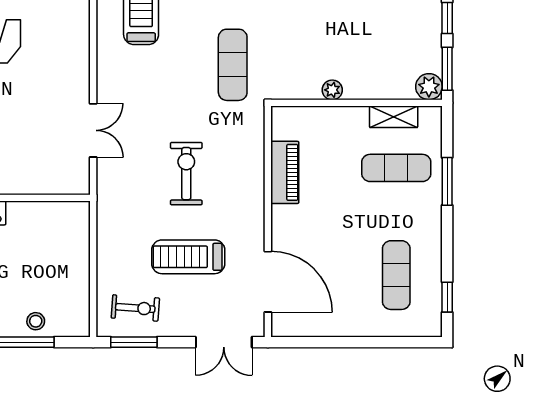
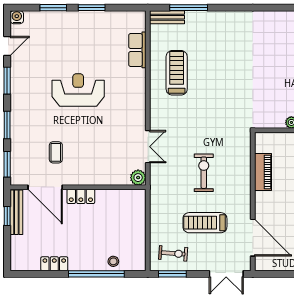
exercise mat: (233, 65) -> (232, 107), removed
plant: (77, 182) -> (138, 178), added

